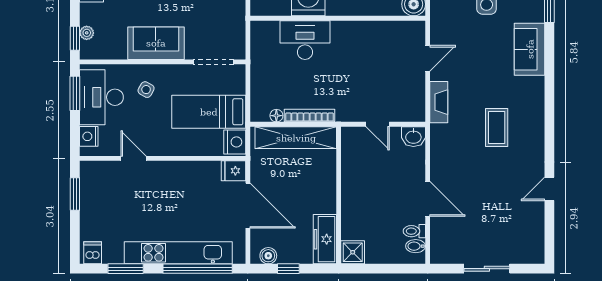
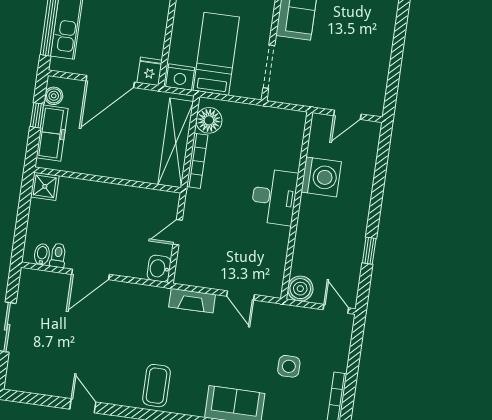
desk: (305, 40) -> (274, 197), moved
floor lamp: (276, 116) -> (209, 120), width x1.89, depth x1.89
coffee table: (497, 128) -> (157, 386), moved, turned 90
freezer: (325, 239) -> (52, 133), moved, turned 90

